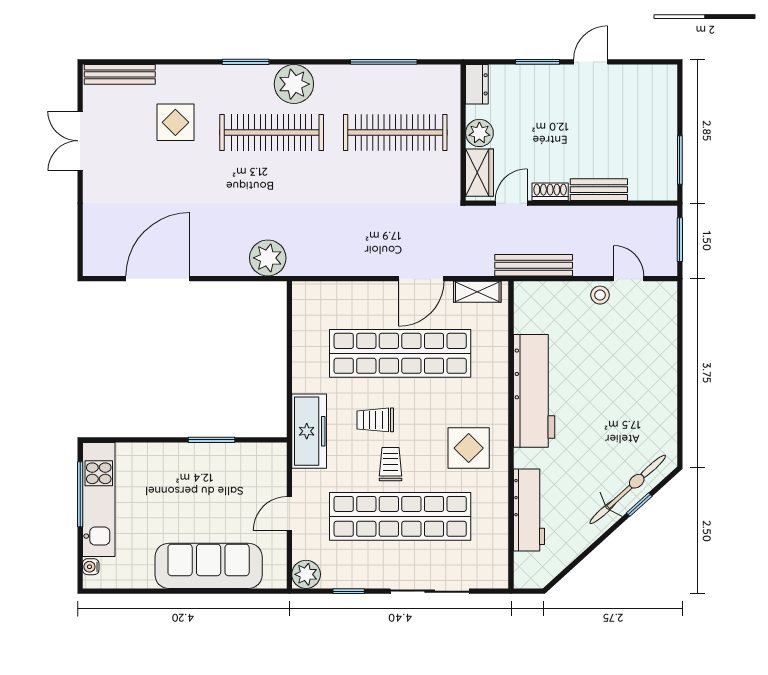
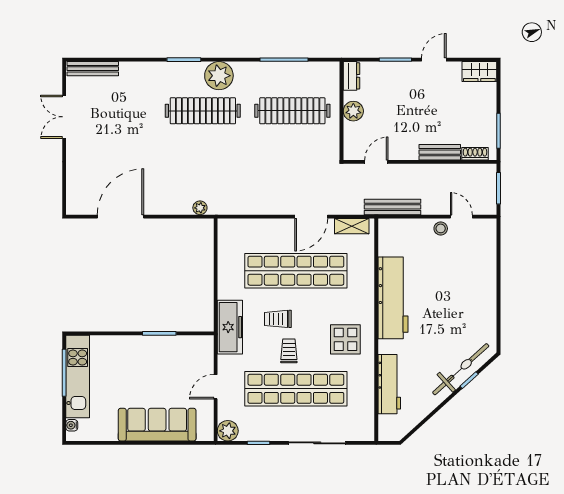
display table: (175, 122) -> (133, 103), removed
wardrobe: (479, 173) -> (479, 71), moved, turned 90
shoe rack: (550, 192) -> (475, 154), moved
plant: (268, 258) -> (200, 208), width x0.53, depth x0.53

